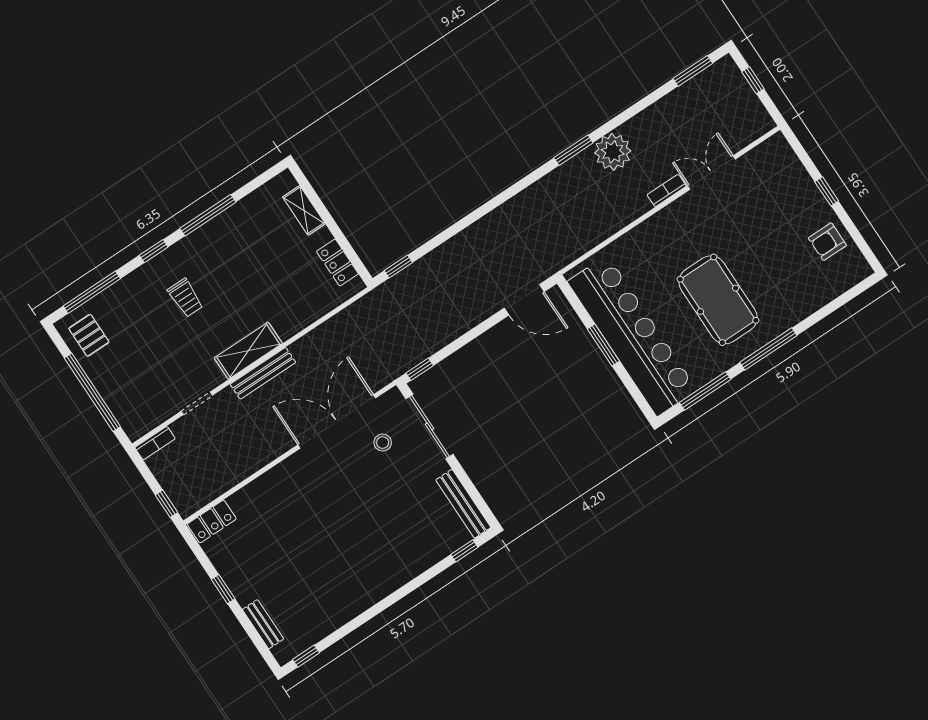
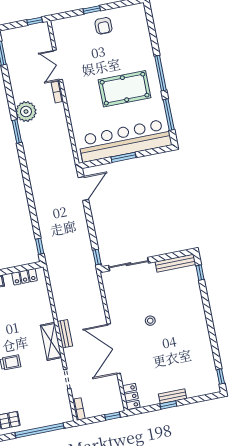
window: (753, 80) -> (35, 21), moved
armchair: (827, 242) -> (103, 26), moved
bench: (263, 373) -> (65, 334), width x0.73
double door: (337, 421) -> (114, 349), moved
stool: (383, 443) -> (150, 321), moved
bench: (263, 624) -> (173, 396), moved

